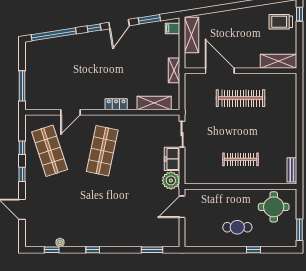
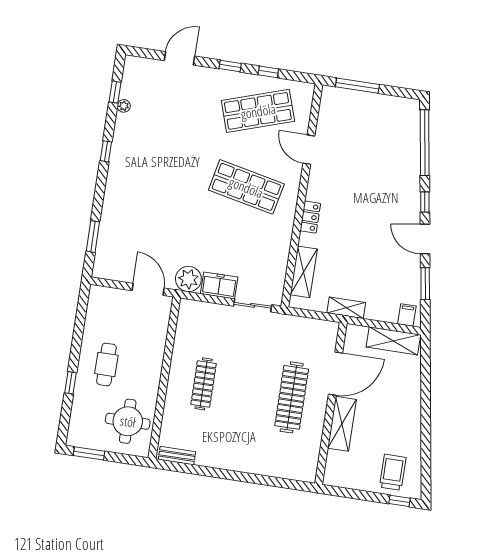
shelving: (278, 61) -> (342, 424), moved

